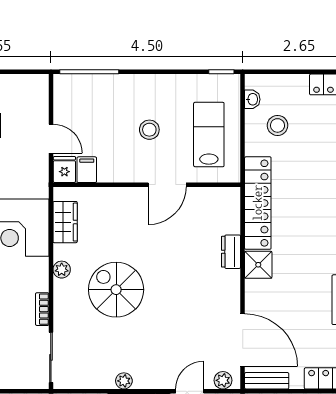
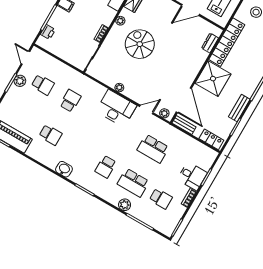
dresser: (231, 252) -> (210, 43), moved
shower: (258, 265) -> (213, 79), width x1.86, depth x1.86

